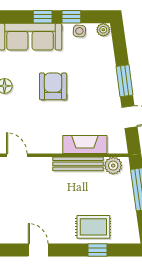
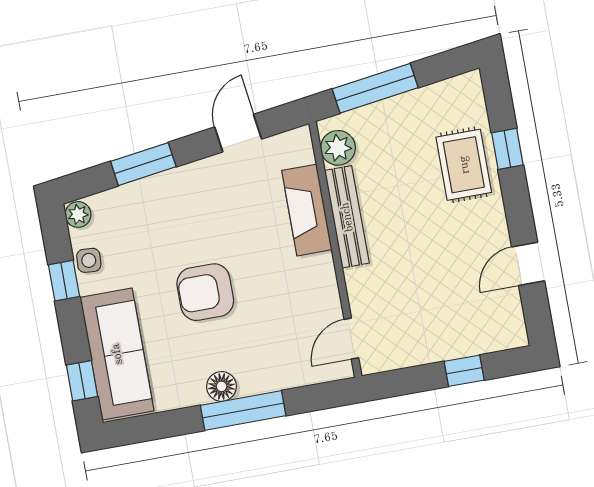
window: (43, 17) -> (82, 381), moved
window: (124, 81) -> (143, 164), moved

